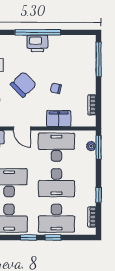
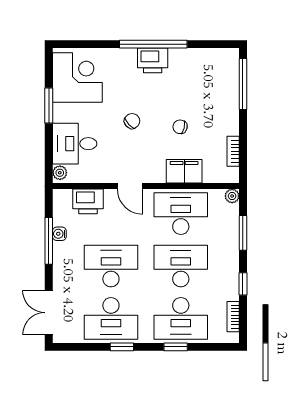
chair: (23, 84) -> (132, 121), width x0.54, depth x0.54
plant: (91, 146) -> (232, 196), moved
window: (99, 147) -> (243, 233), moved
desk: (56, 183) -> (181, 266), turned 180
window: (28, 237) -> (122, 347), moved

